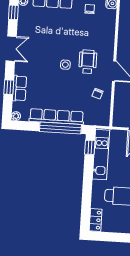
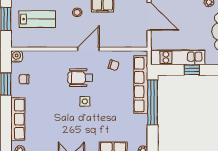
row of seats: (56, 117) -> (141, 85), moved
window: (90, 147) -> (192, 70), moved

